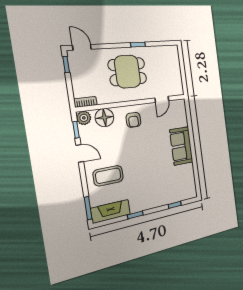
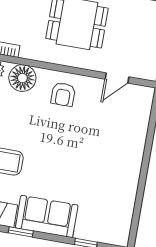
sofa: (181, 146) -> (47, 216), moved, turned 90

